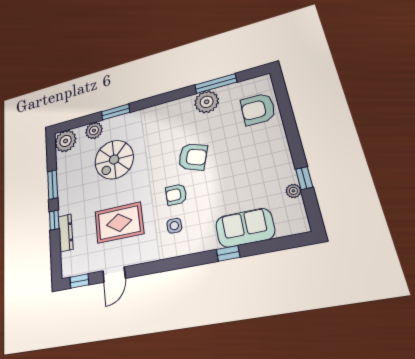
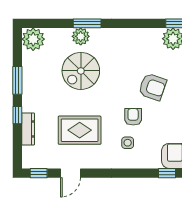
plant: (94, 131) -> (81, 36), moved
armchair: (176, 195) -> (133, 117), turned 90

